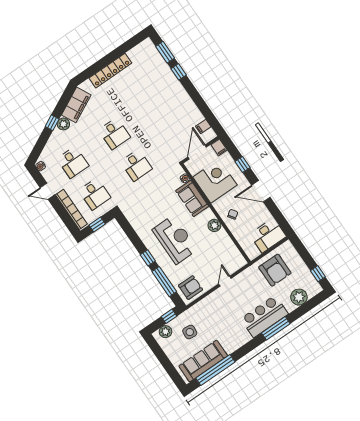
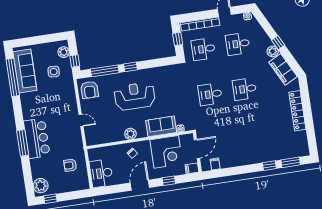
door: (197, 152) -> (197, 149), hinge flipped
reception desk: (175, 240) -> (135, 96), turned 180
armchair: (275, 270) -> (70, 165), width x0.53, depth x0.53
plant: (299, 297) -> (41, 186), moved

